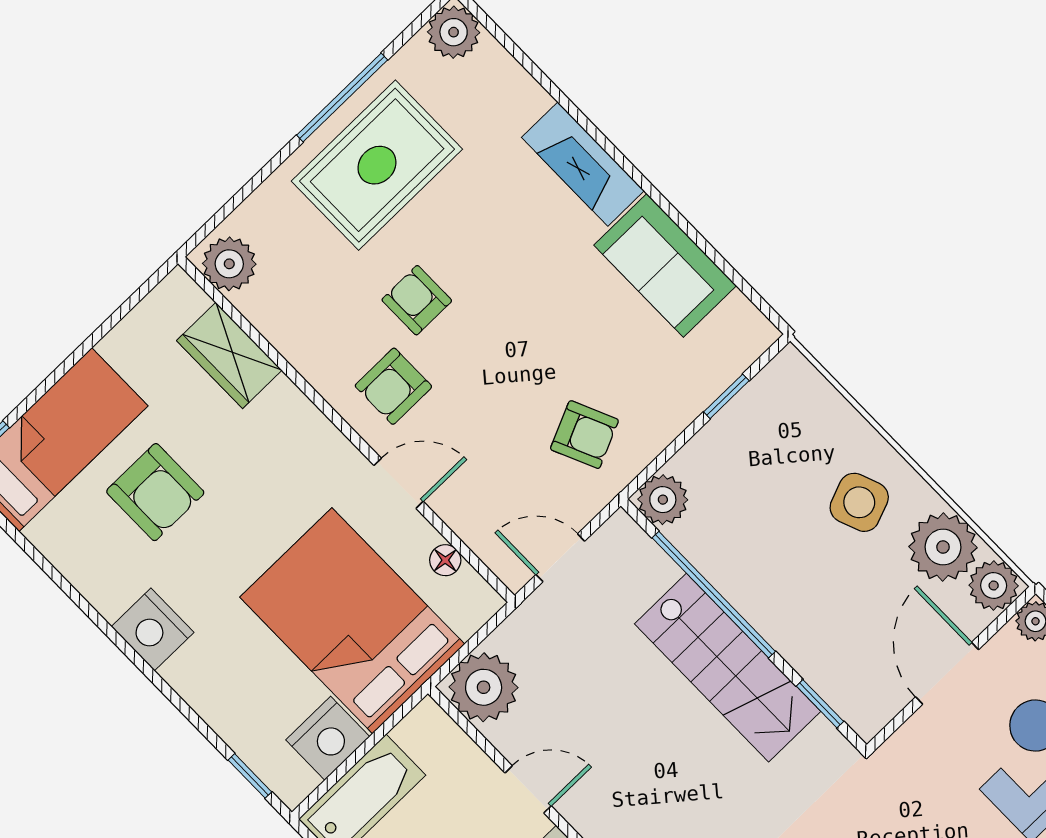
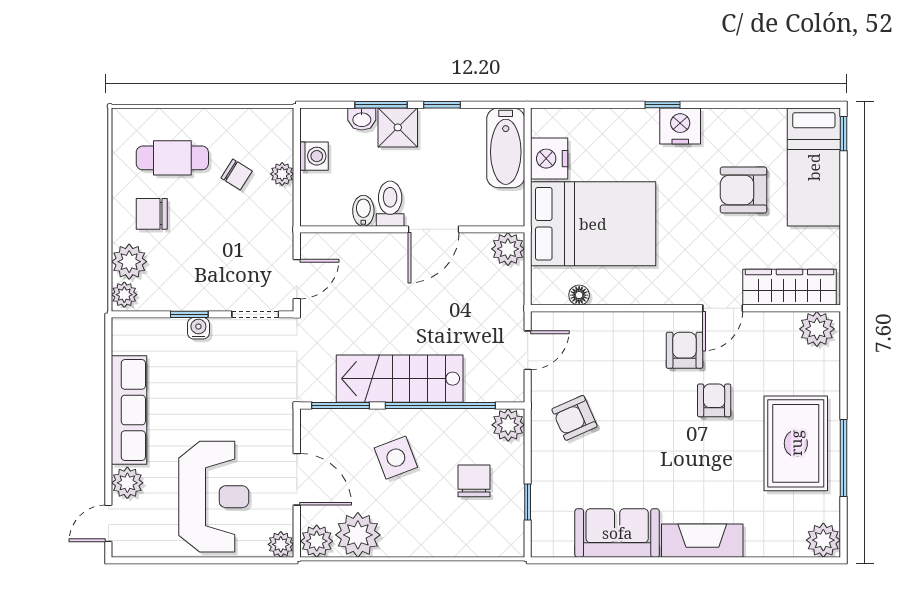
armchair: (417, 300) -> (714, 400), turned -90
wardrobe: (229, 355) -> (789, 287), width x1.50
chair: (760, 477) -> (474, 481), added
door: (399, 483) -> (723, 308), moved
side table: (859, 502) -> (396, 458), moved
plant: (484, 687) -> (508, 249), width x0.73, depth x0.73
window: (820, 704) -> (340, 405), width x1.50
window: (250, 776) -> (662, 105), moved
door: (528, 789) -> (434, 229), width x1.38

